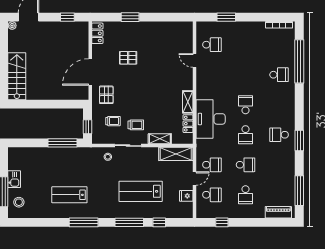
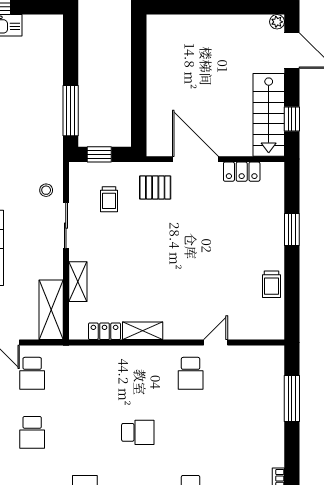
window: (226, 17) -> (292, 398), width x1.44
locker: (97, 33) -> (242, 172), moved
school desk: (212, 45) -> (191, 373), moved
pallet: (128, 58) -> (220, 226), removed
stairs: (17, 76) -> (269, 115), moved, turned 90
desk: (211, 119) -> (113, 371), removed
trolley: (136, 125) -> (272, 284), moved
school desk: (245, 135) -> (85, 432), removed

